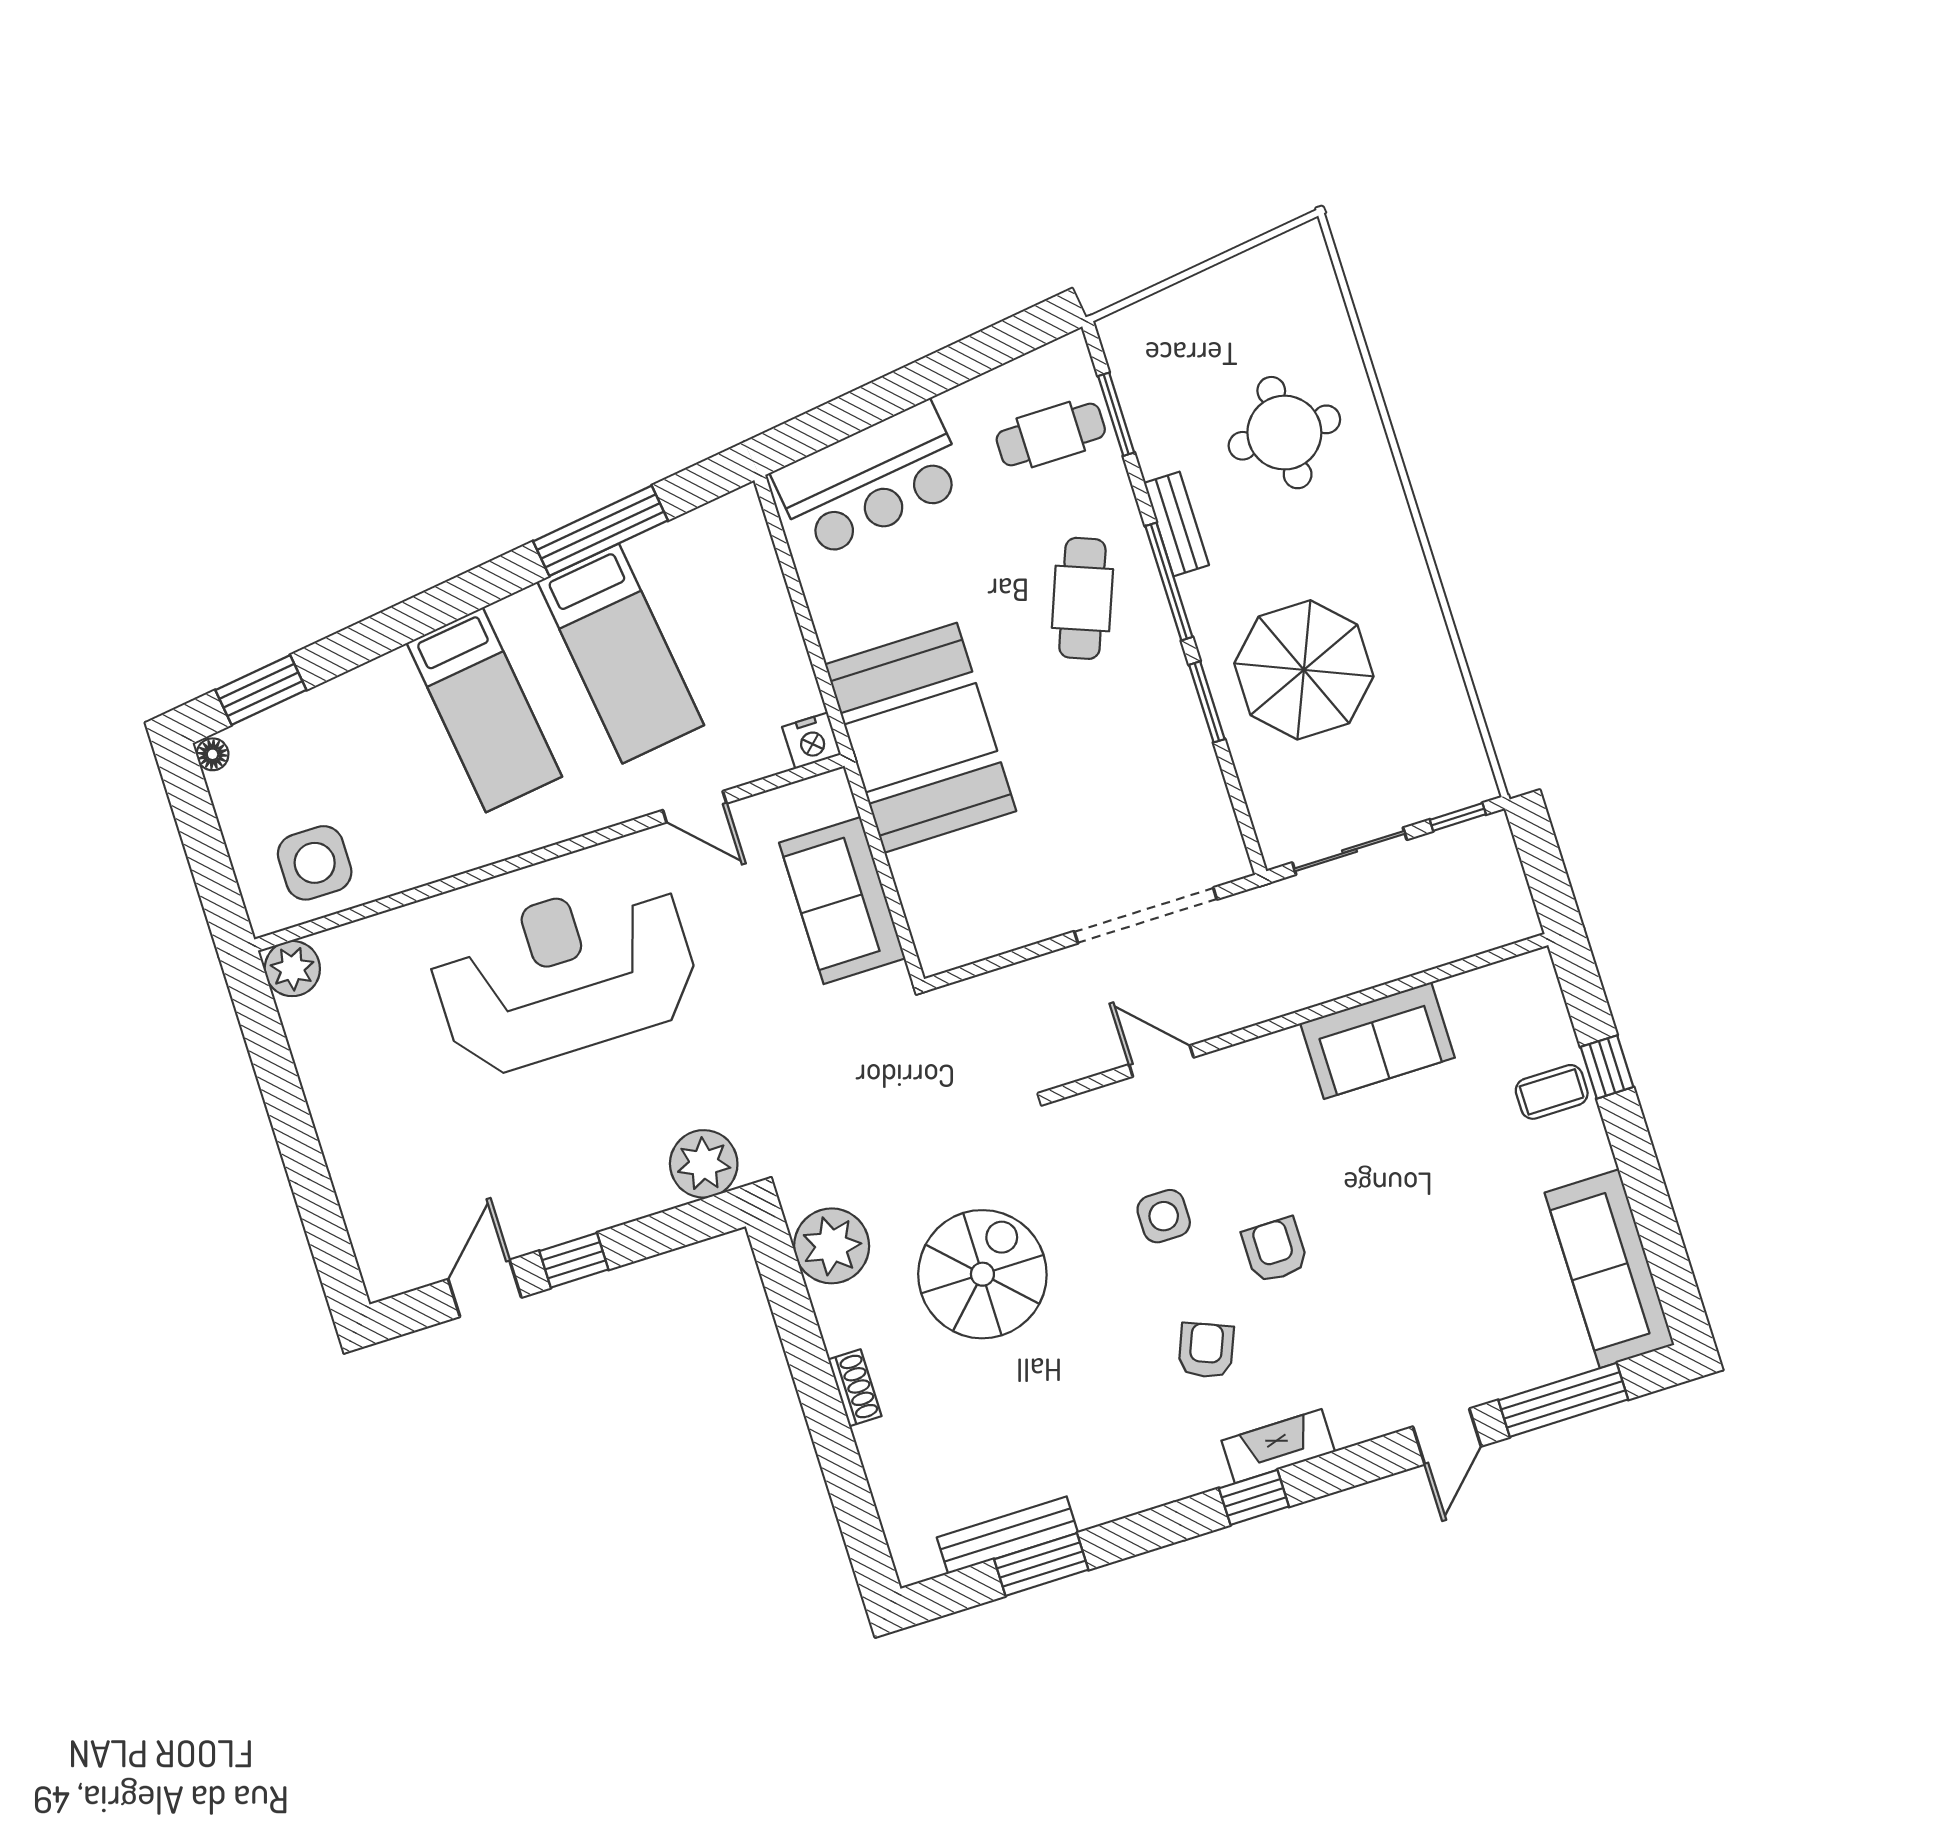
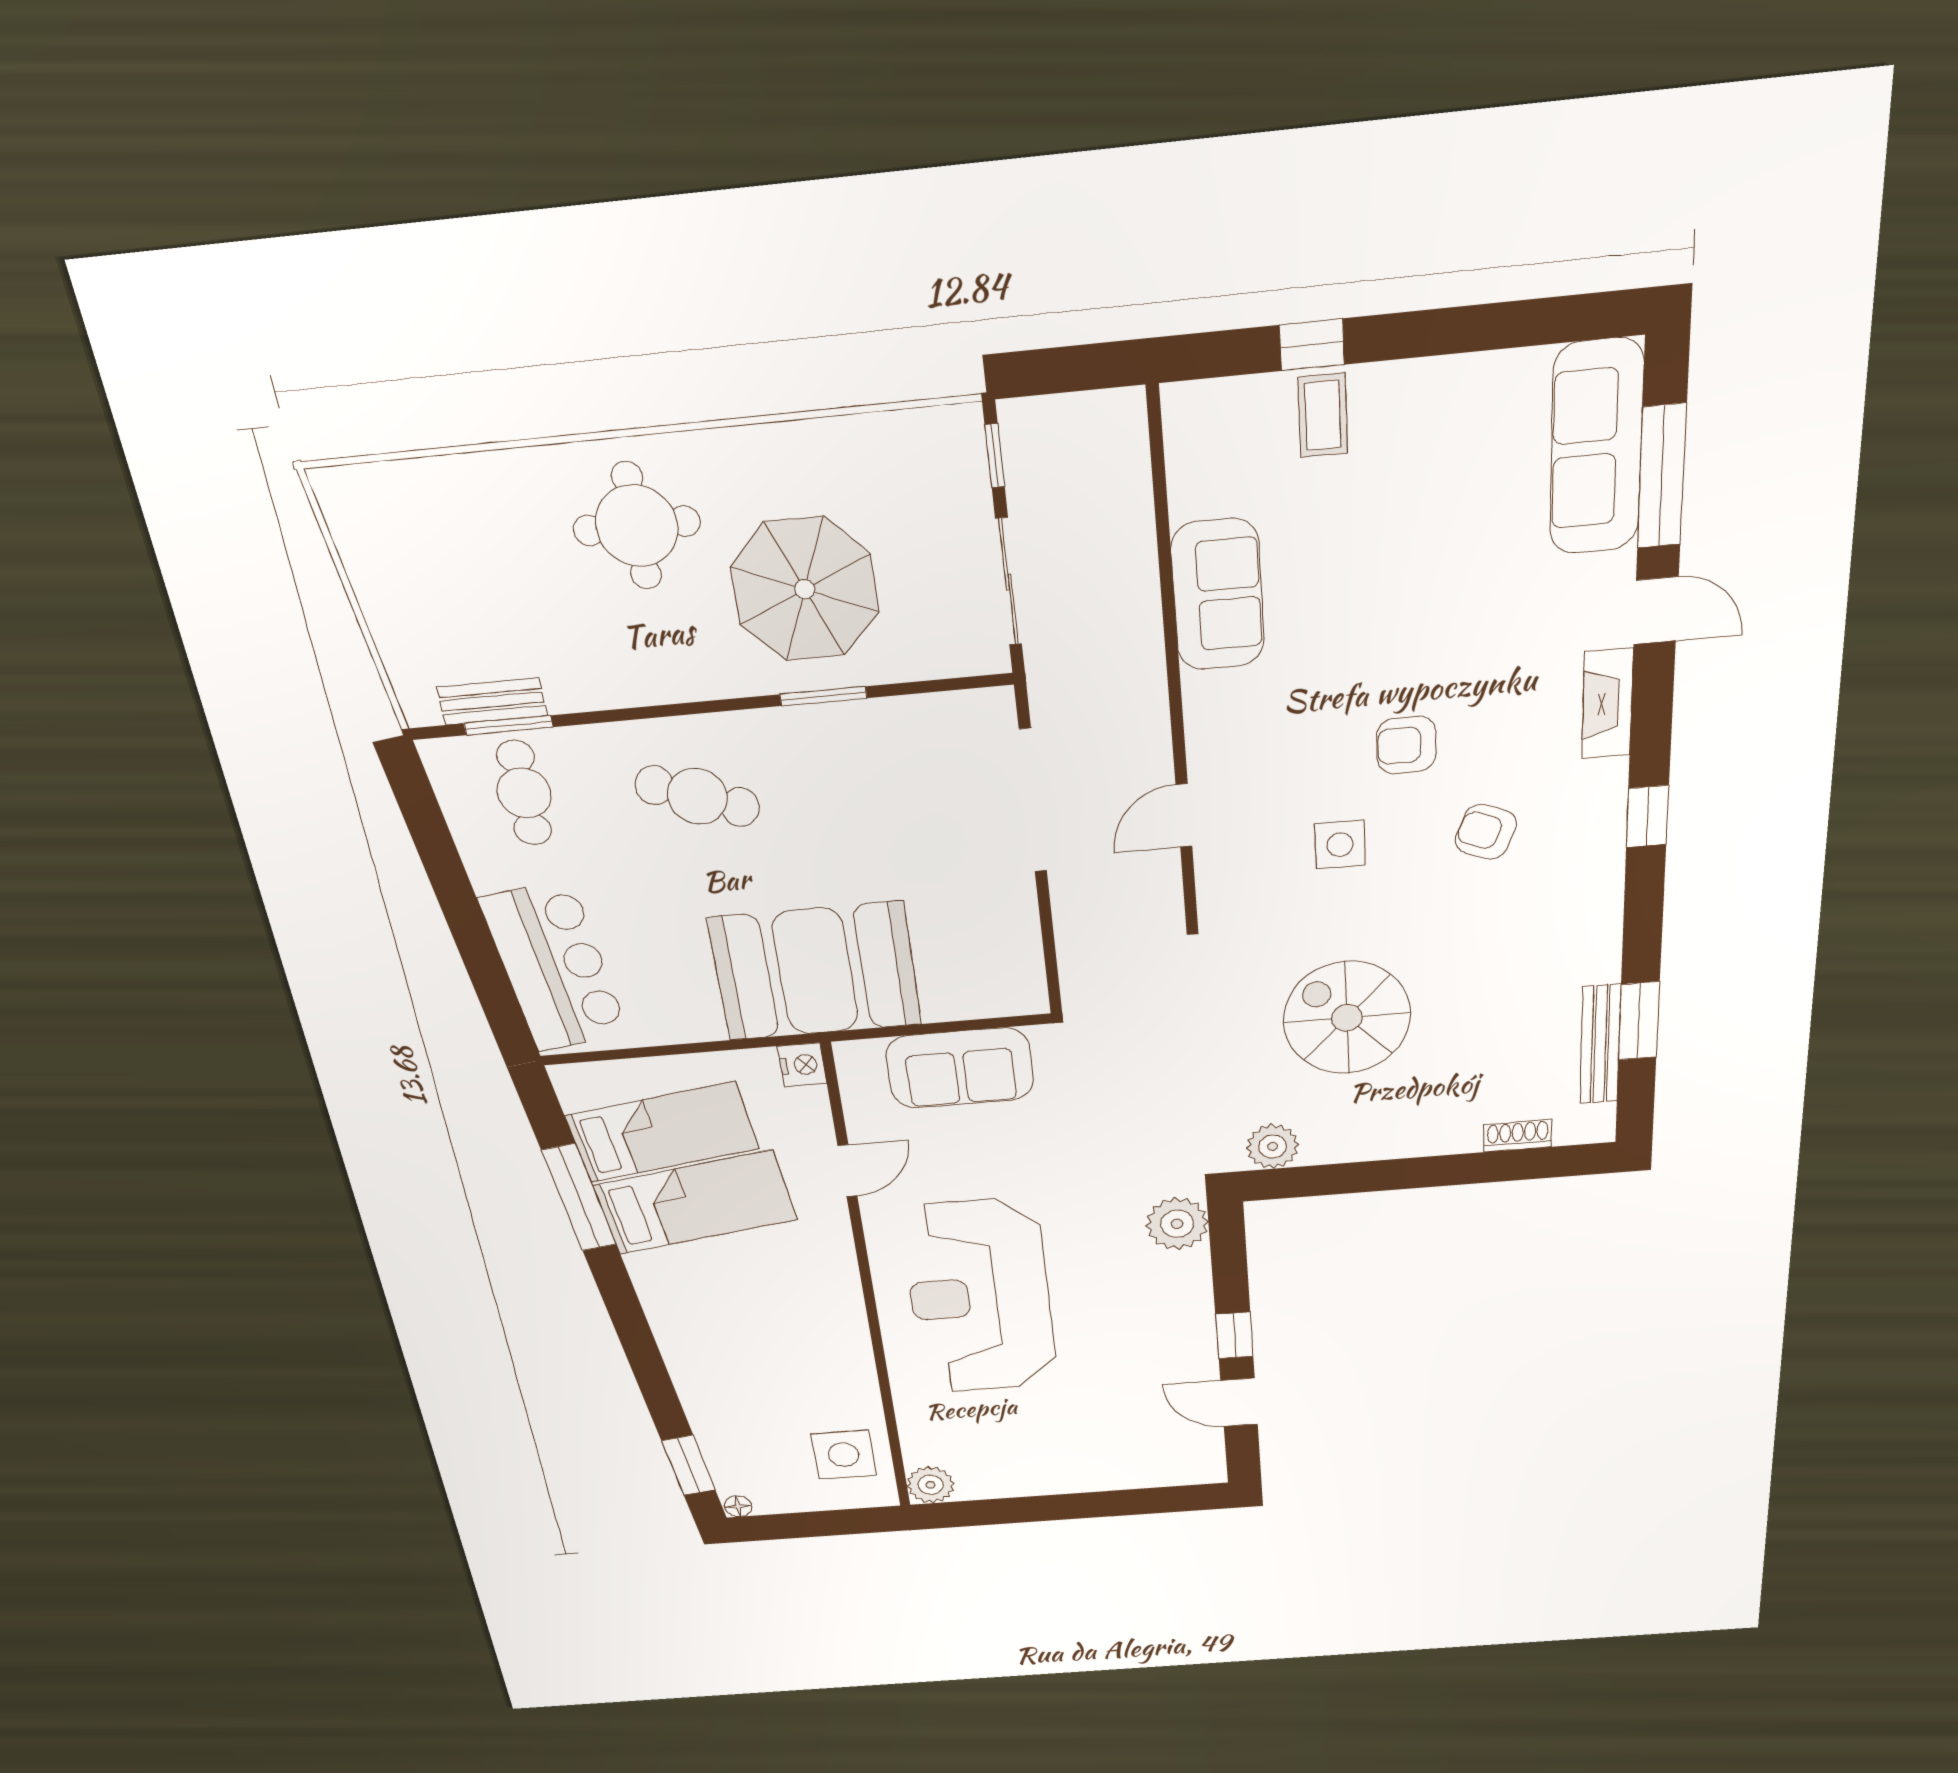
round table: (1284, 433) -> (637, 526), moved
bench: (1176, 524) -> (492, 701), moved
window: (1169, 582) -> (691, 708), removed
bed: (484, 710) -> (662, 1132), moved
plant: (832, 1246) -> (1273, 1146), width x0.73, depth x0.73
sofa: (1609, 1269) -> (1596, 448), moved, turned 90
shoe rack: (855, 1388) -> (1518, 1136), moved
fireplace: (1278, 1446) -> (1607, 704), moved

